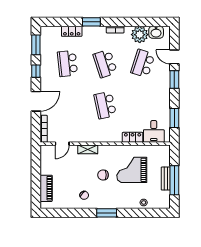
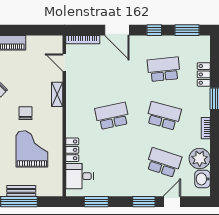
school desk: (105, 63) -> (164, 116), turned 33

